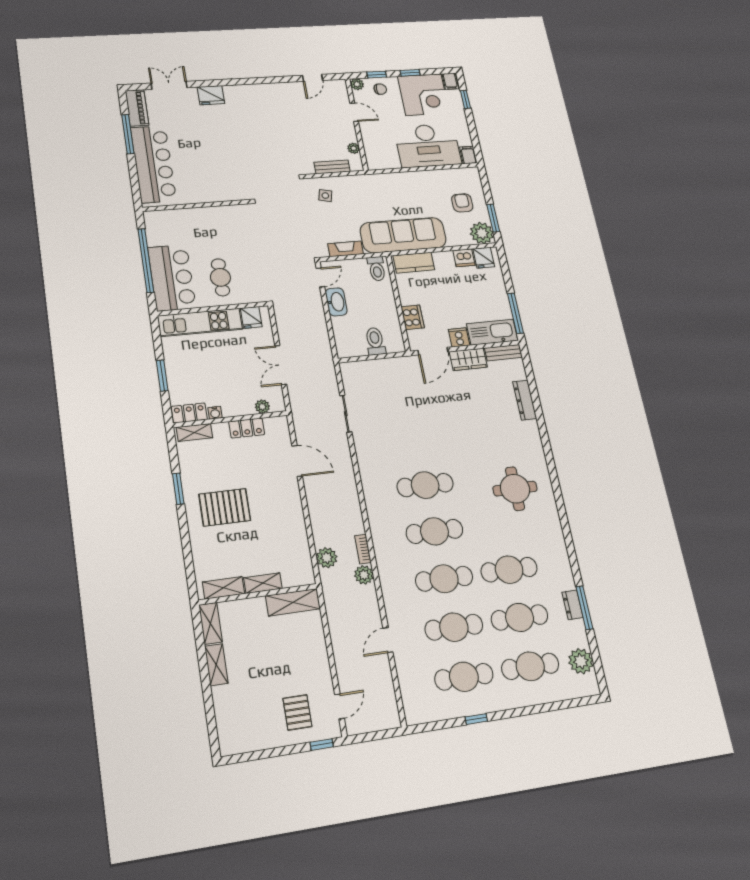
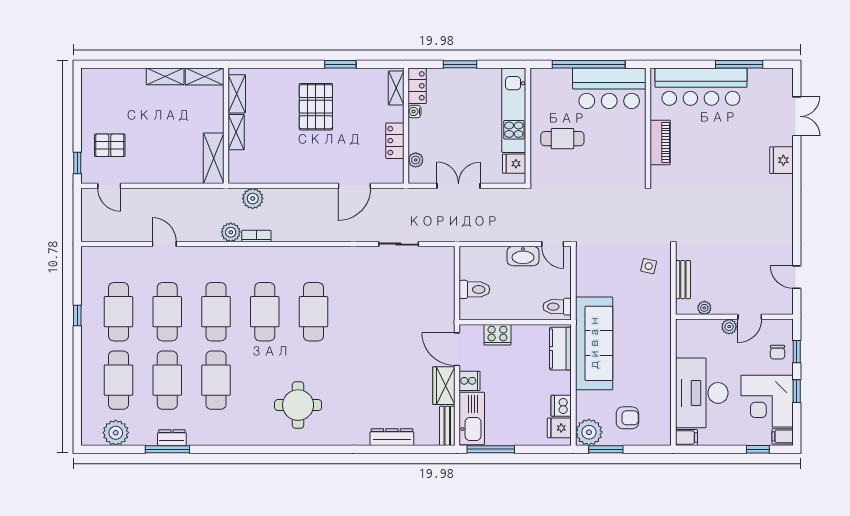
plant: (357, 84) -> (729, 327), moved
piano: (137, 108) -> (660, 142), moved, turned -90
fireplace: (346, 249) -> (583, 277), removed
bar counter: (172, 278) -> (609, 88), moved

